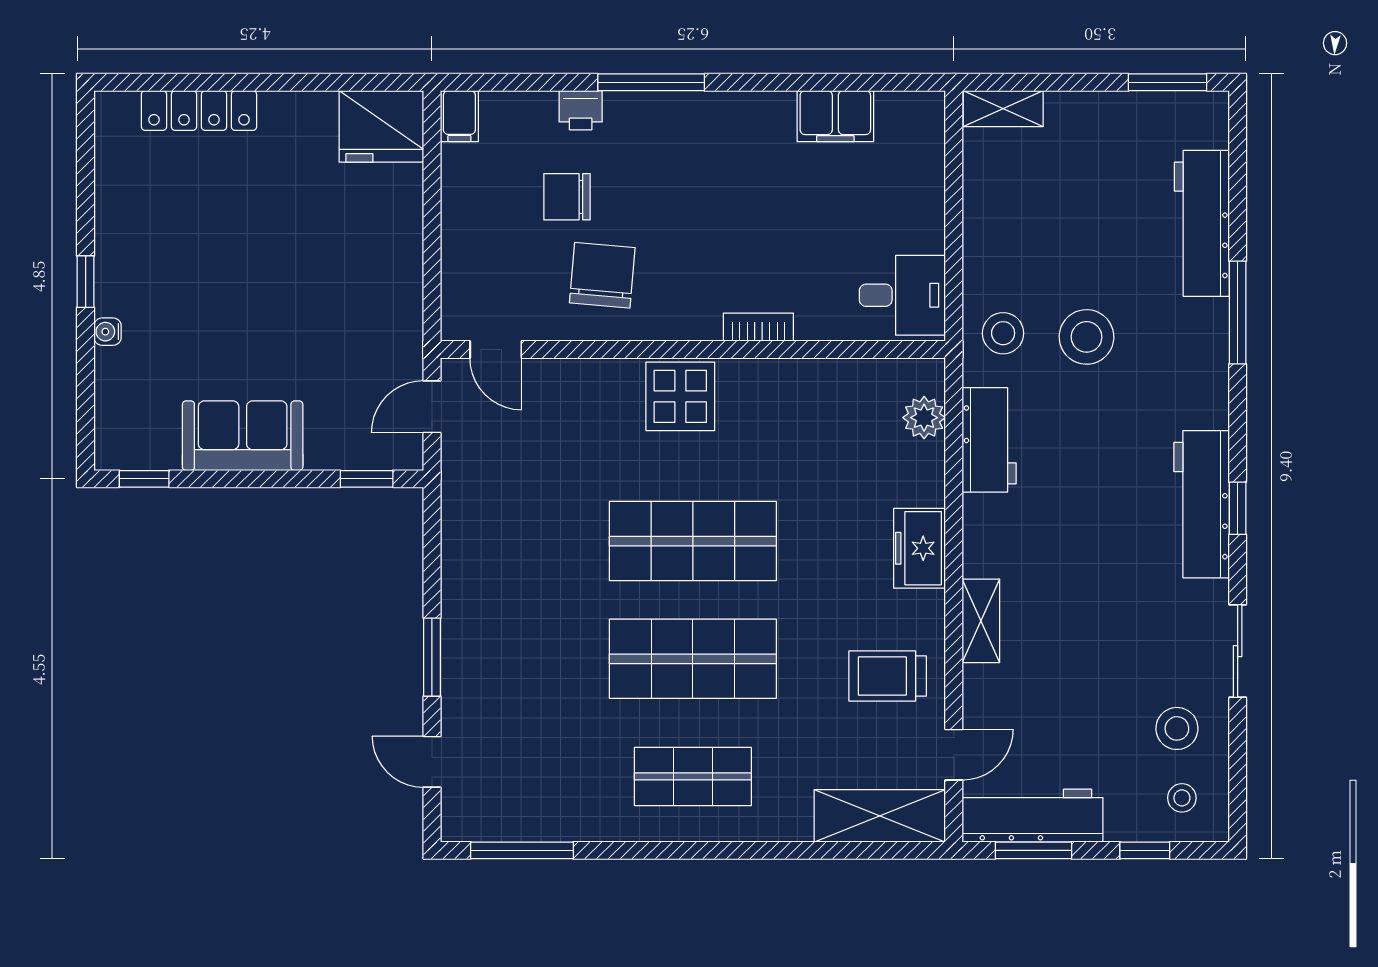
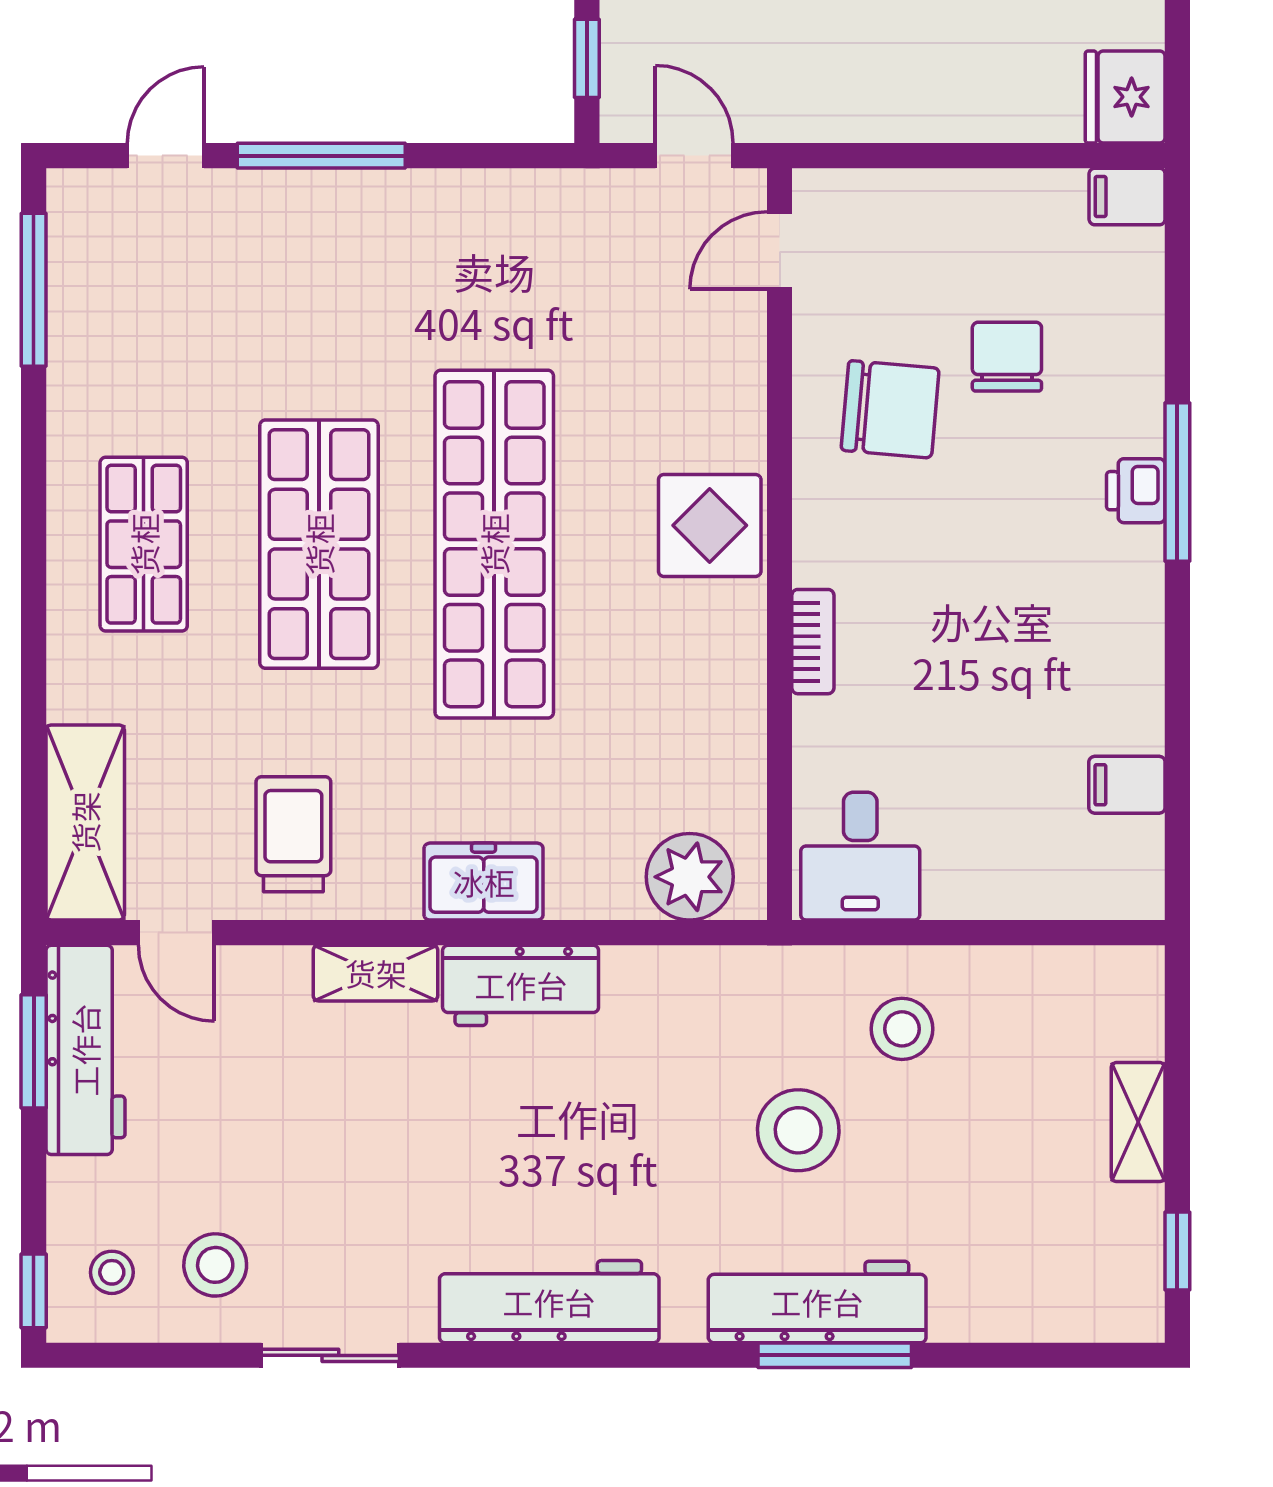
window: (1168, 82) -> (1177, 1251), width x0.67
shelving: (1003, 109) -> (1138, 1122), moved
printer: (581, 110) -> (1136, 491), moved
filing cabinet: (835, 116) -> (1127, 785), width x0.50
fridge: (381, 126) -> (1125, 97), width x0.73, depth x0.75
workbench: (1202, 223) -> (817, 1302), moved
stool: (1003, 333) -> (902, 1029), moved
plant: (924, 418) -> (690, 877), width x1.36, depth x1.36
workbench: (989, 440) -> (521, 985), moved
window: (1238, 508) -> (543, 1355), removed
shop shelf: (693, 541) -> (494, 544), width x1.40
window: (432, 657) -> (321, 156), width x1.44
window: (1145, 850) -> (34, 1291), moved

